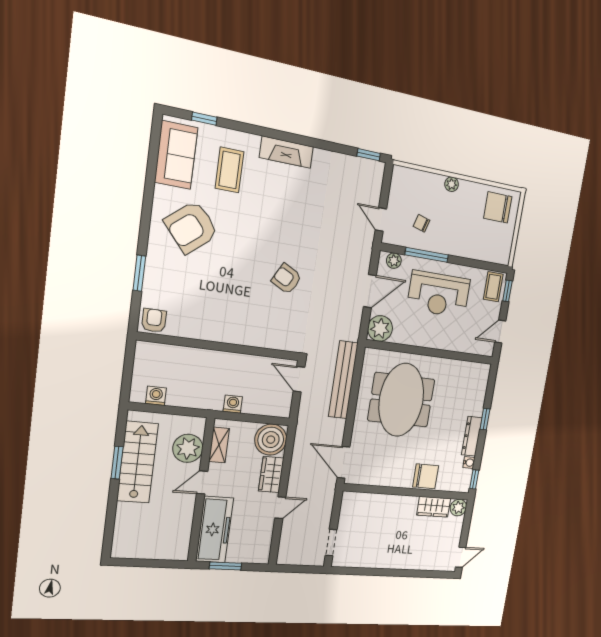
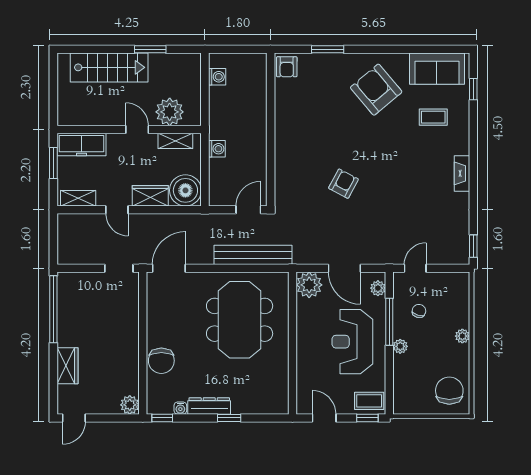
fireplace: (286, 152) -> (462, 173), width x0.73, depth x0.76
coffee table: (230, 170) -> (433, 117), width x0.73, depth x0.77
plant: (451, 248) -> (400, 346), added
armchair: (154, 321) -> (287, 67), turned 90
meeting table: (401, 400) -> (240, 320), turned 90
stairs: (138, 462) -> (109, 67), moved
wardrobe: (434, 507) -> (67, 366), moved, turned 180
freezer: (215, 530) -> (82, 145), width x0.73, depth x0.79
doorway: (331, 543) -> (119, 268), moved
shelving: (264, 544) -> (78, 198), added
door: (461, 557) -> (74, 418), hinge flipped
window: (364, 571) -> (53, 309), added

